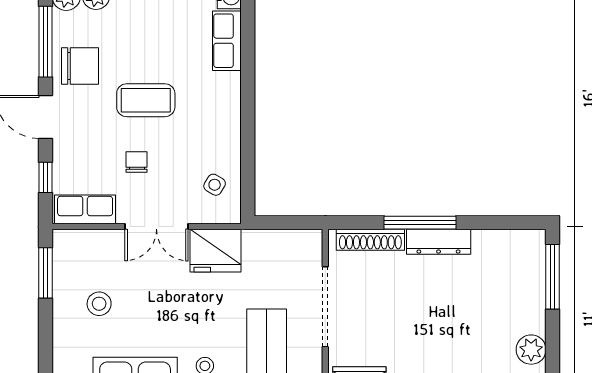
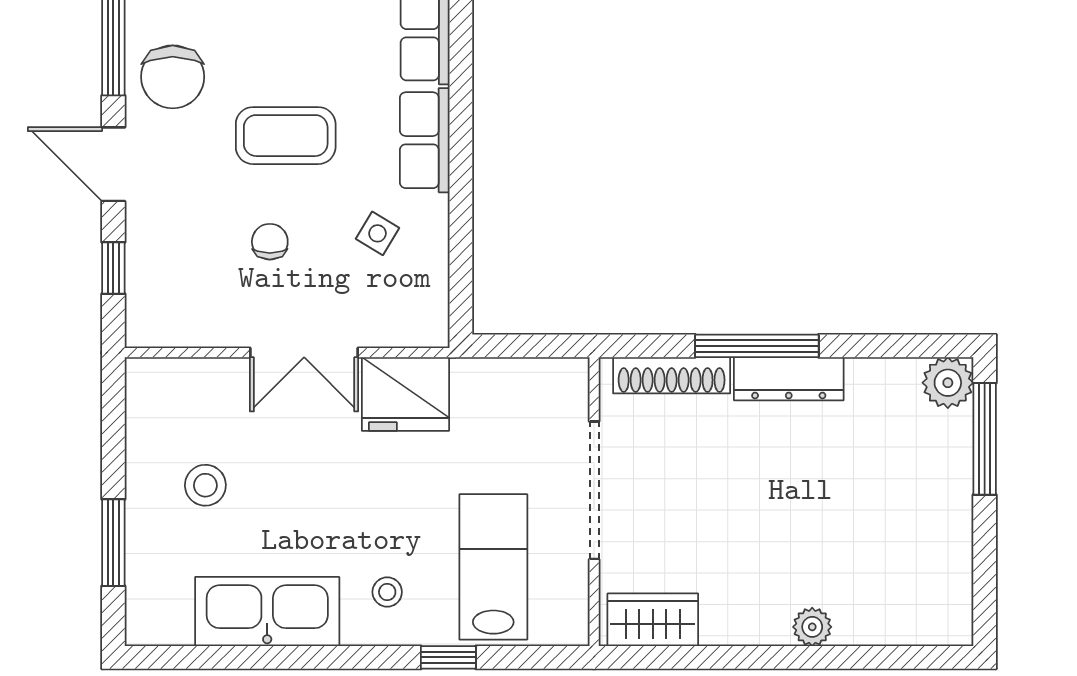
chair: (80, 66) -> (173, 77), turned 90
side table: (215, 185) -> (378, 233), moved
row of seats: (85, 209) -> (425, 140), moved, turned -90
window: (46, 273) -> (113, 543), moved
plant: (531, 350) -> (948, 383), moved

